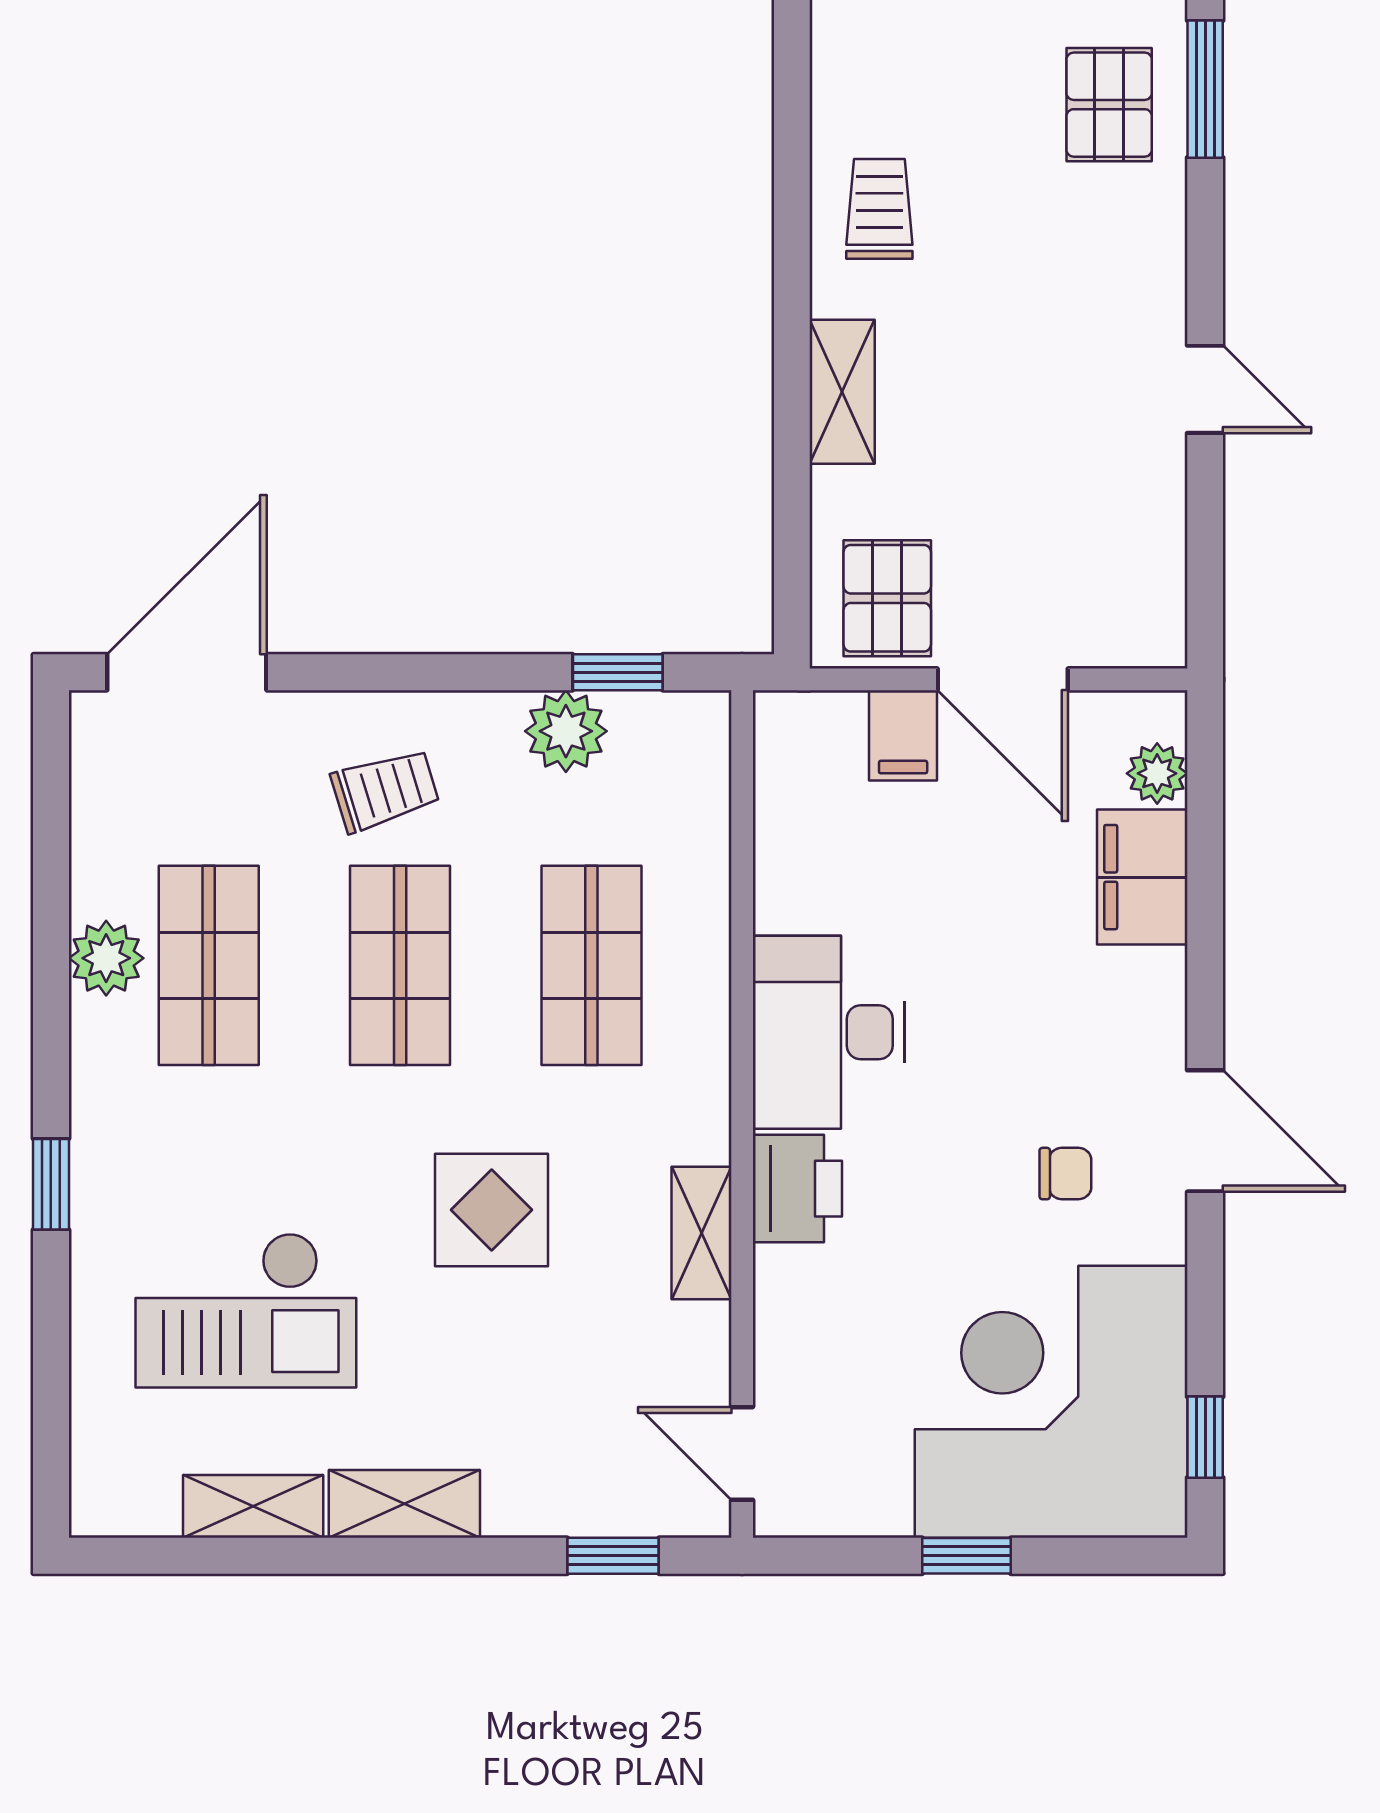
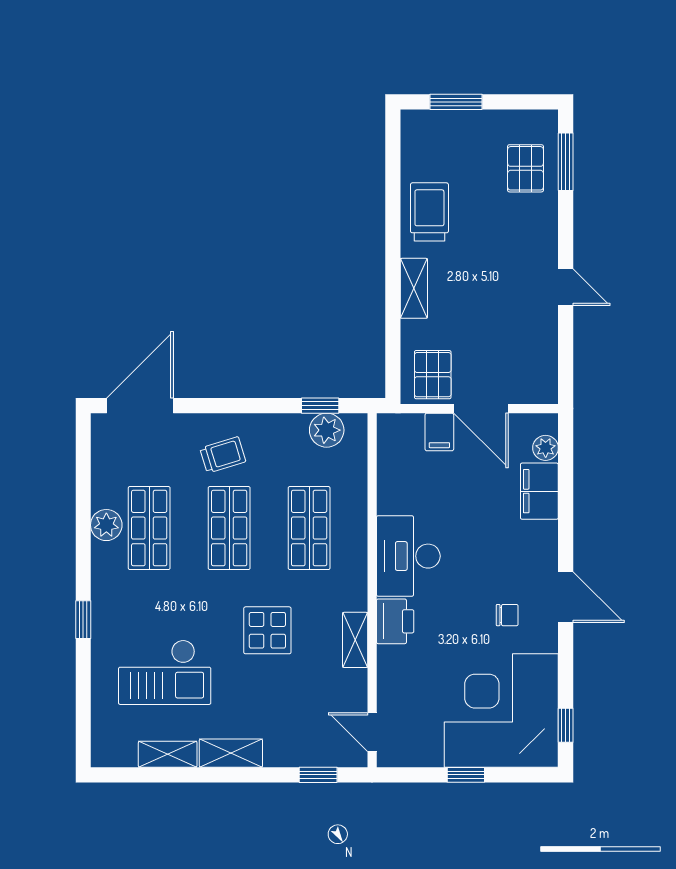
trolley: (879, 209) -> (429, 212), width x1.36, depth x1.39
plant: (566, 731) -> (327, 430), moved

